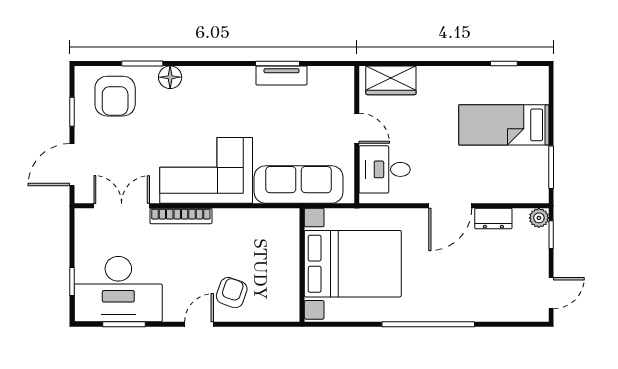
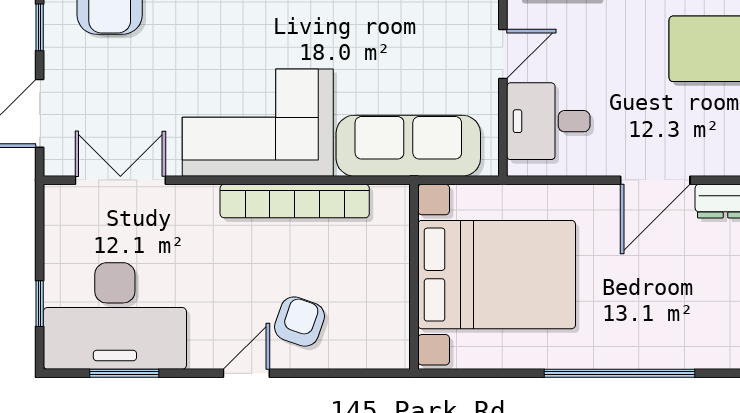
door: (357, 128) -> (503, 54), hinge flipped
bookcase: (181, 216) -> (295, 201), moved, width x1.48, depth x1.31

